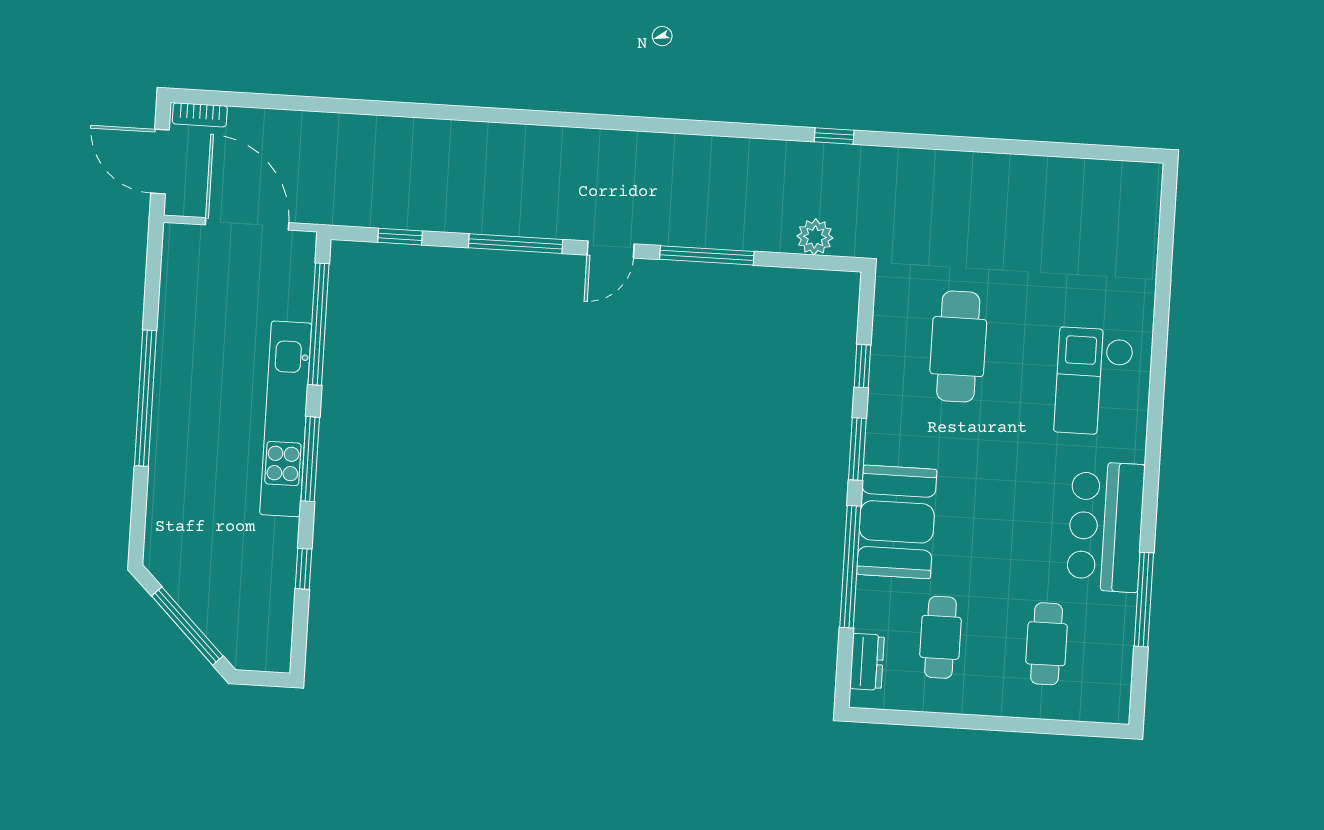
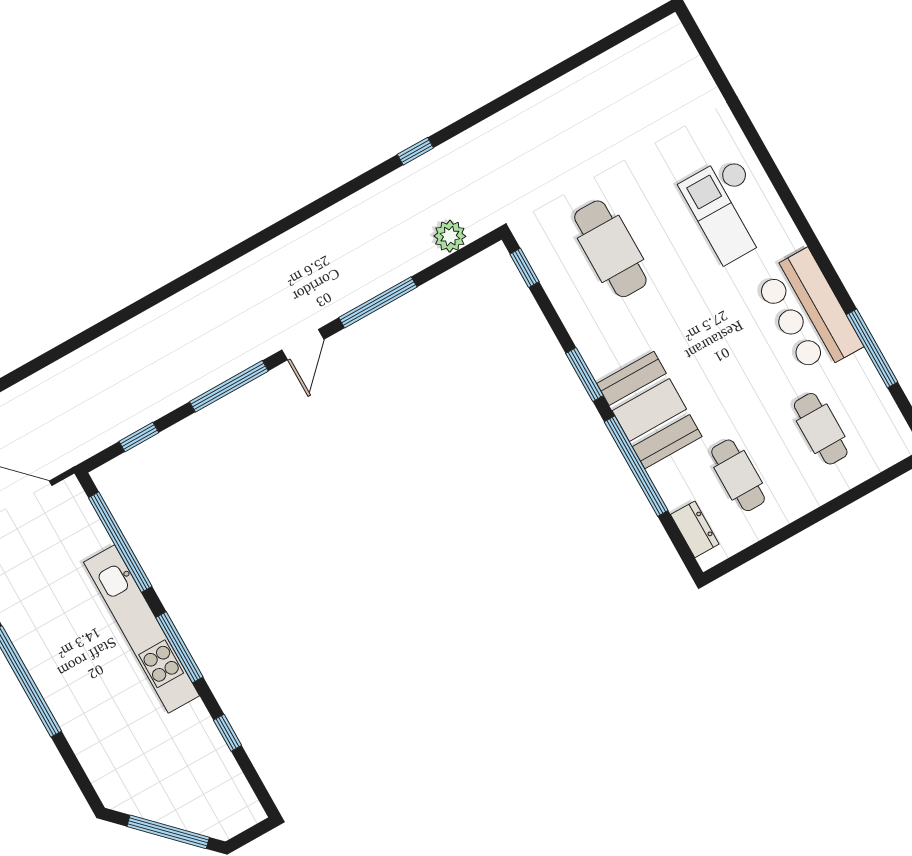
window: (862, 366) -> (524, 268), moved

